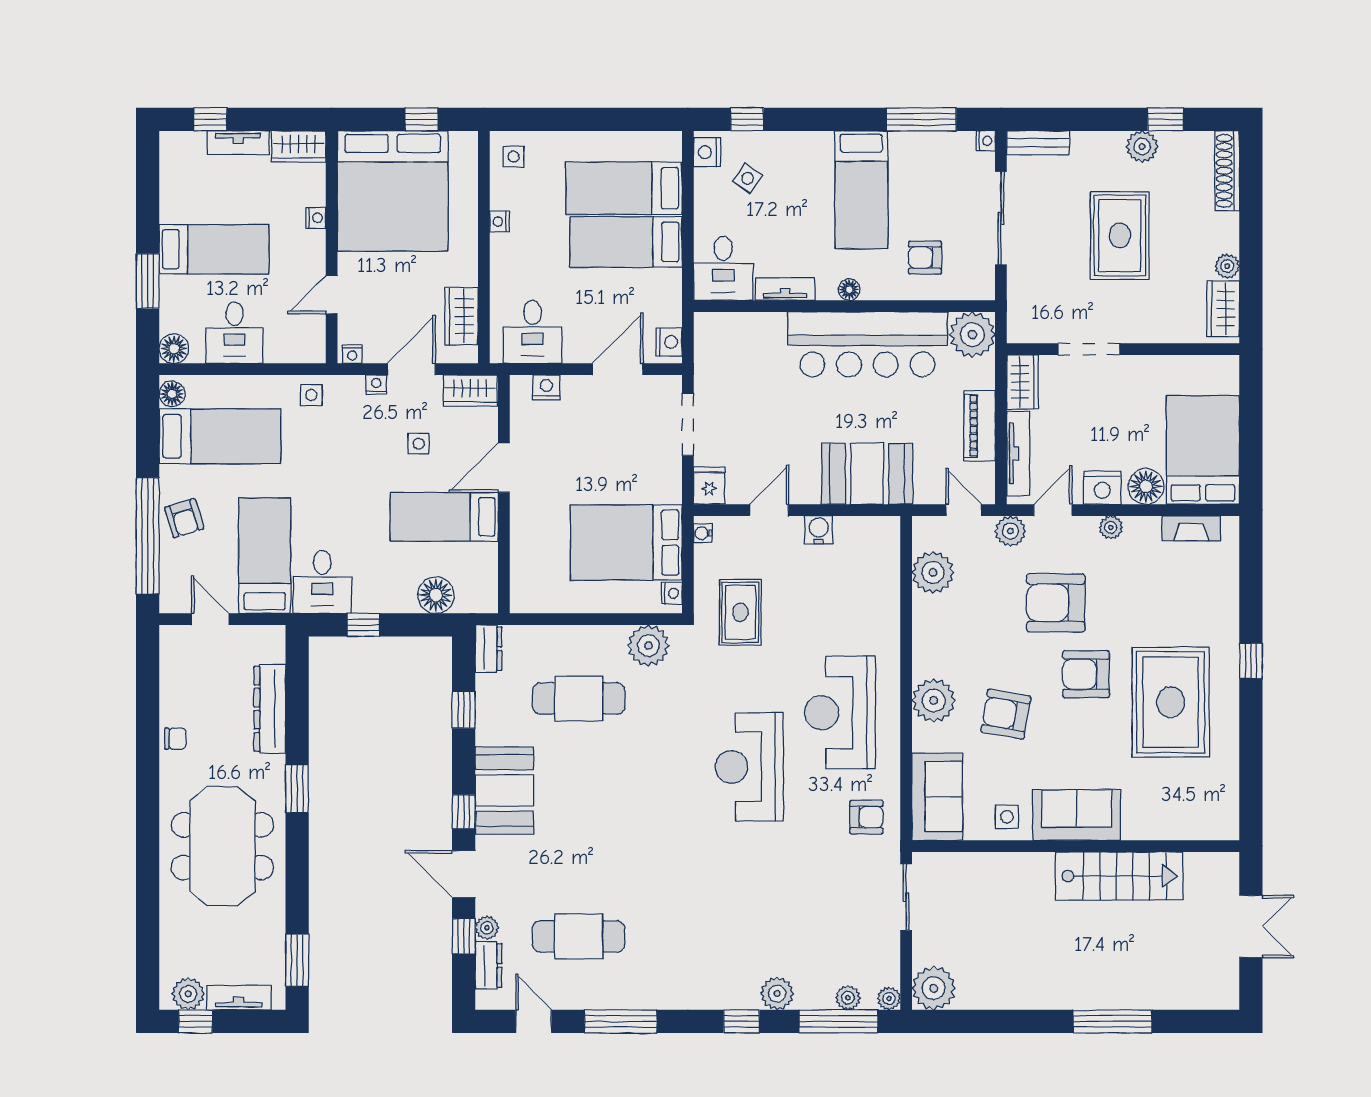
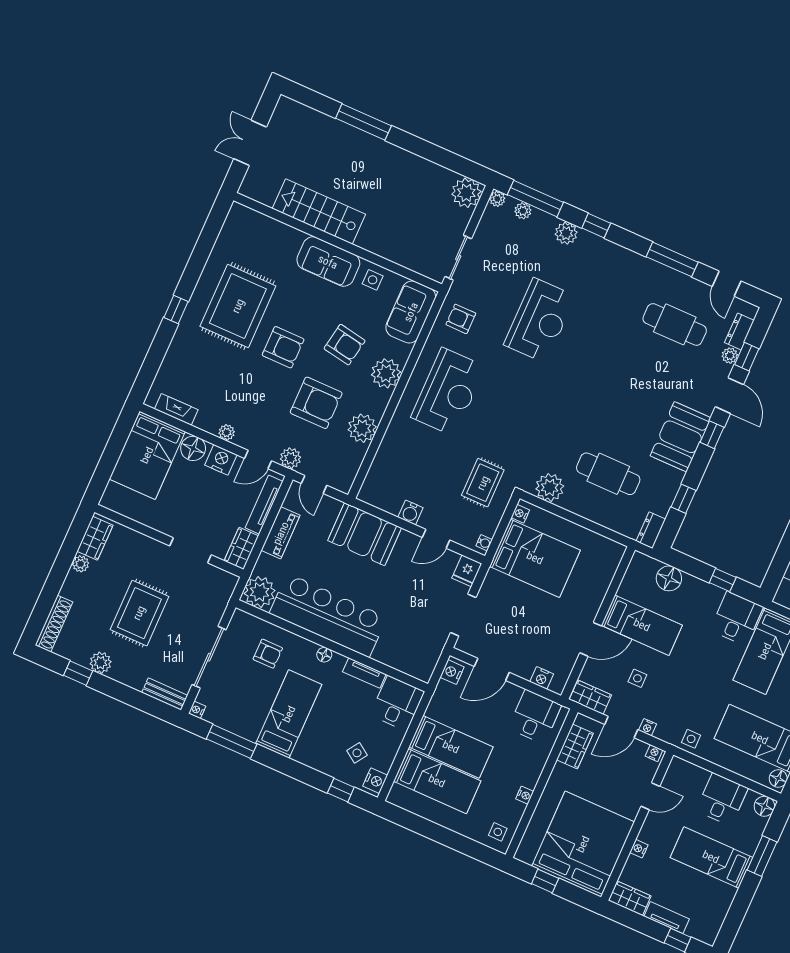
plant: (933, 572) -> (362, 428), moved
armchair: (1056, 603) -> (316, 403), moved
reception desk: (749, 767) -> (540, 320), moved

